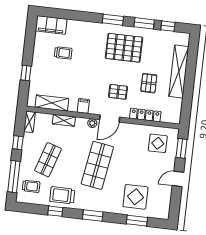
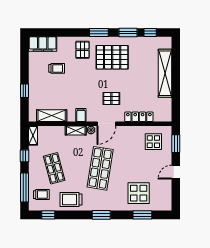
pallet: (149, 83) -> (82, 50), moved
shelving: (64, 120) -> (76, 130), moved
shop shelf: (48, 160) -> (54, 168), turned -33
window: (55, 211) -> (48, 215), moved

